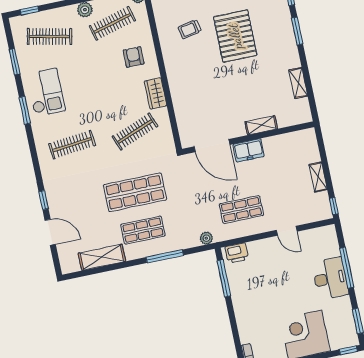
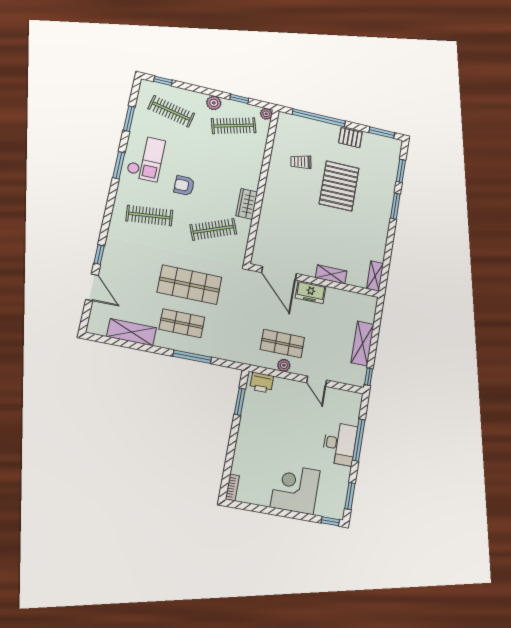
armchair: (134, 57) -> (184, 186), moved, turned -90
shelving: (298, 83) -> (375, 276), moved
shelving: (318, 177) -> (362, 343), width x1.50, depth x1.33
plant: (206, 238) -> (284, 365), moved
window: (224, 278) -> (240, 402), width x0.69

